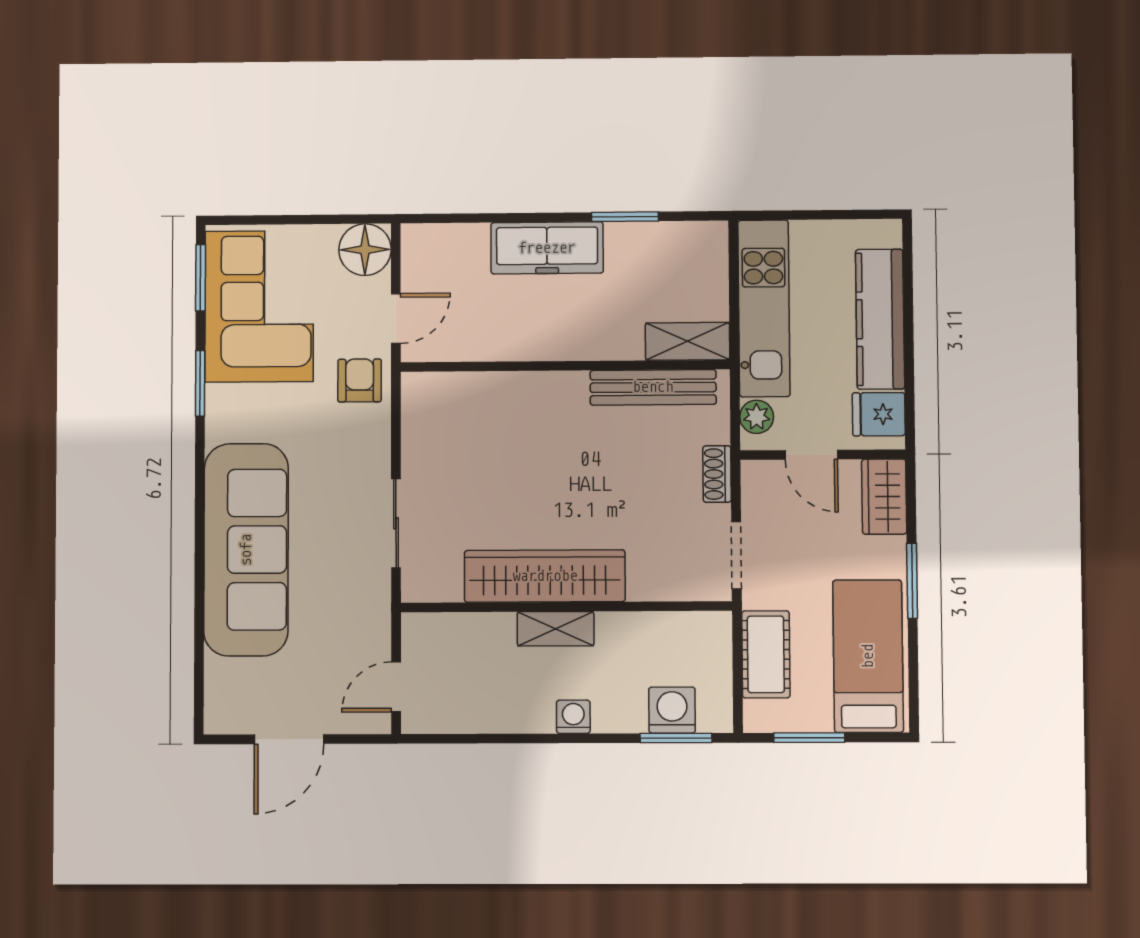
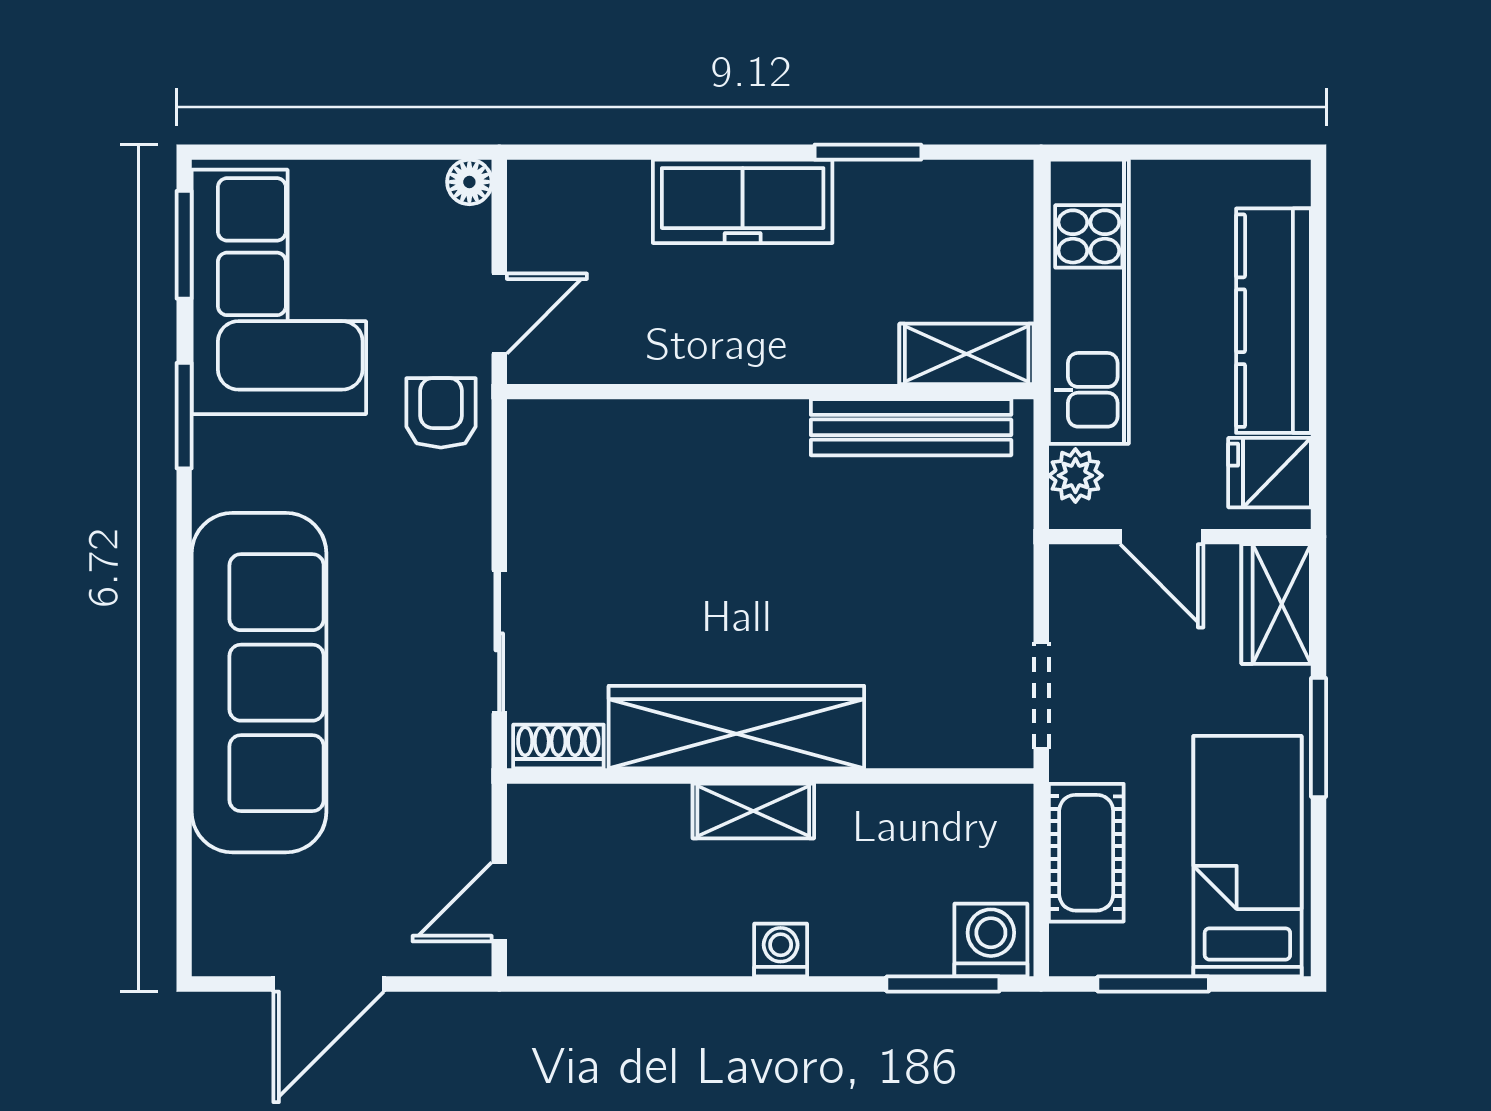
floor lamp: (365, 250) -> (469, 182), width x0.53, depth x0.53
shoe rack: (717, 474) -> (558, 747), moved, turned 90
washing machine: (672, 710) -> (991, 940), moved

